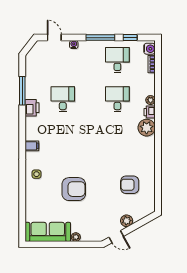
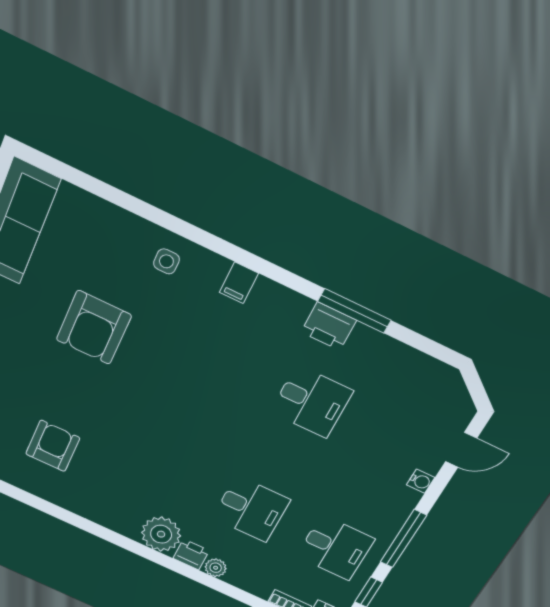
window: (22, 91) -> (354, 311), moved

